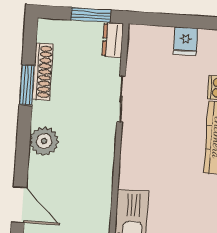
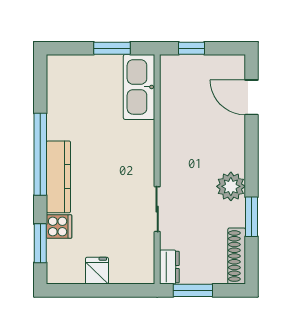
shoe rack: (43, 72) -> (237, 256), moved
plant: (44, 141) -> (231, 186), moved

